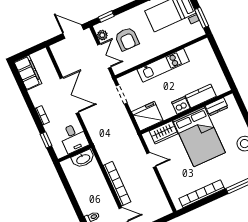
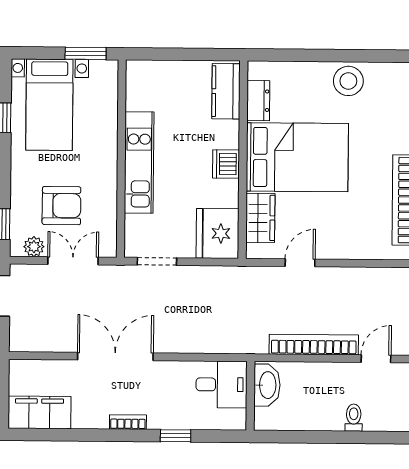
kitchen counter: (201, 96) -> (226, 91), moved
desk: (74, 138) -> (222, 385), moved
wall: (75, 154) -> (250, 396), moved
washbasin: (83, 159) -> (267, 385), moved

